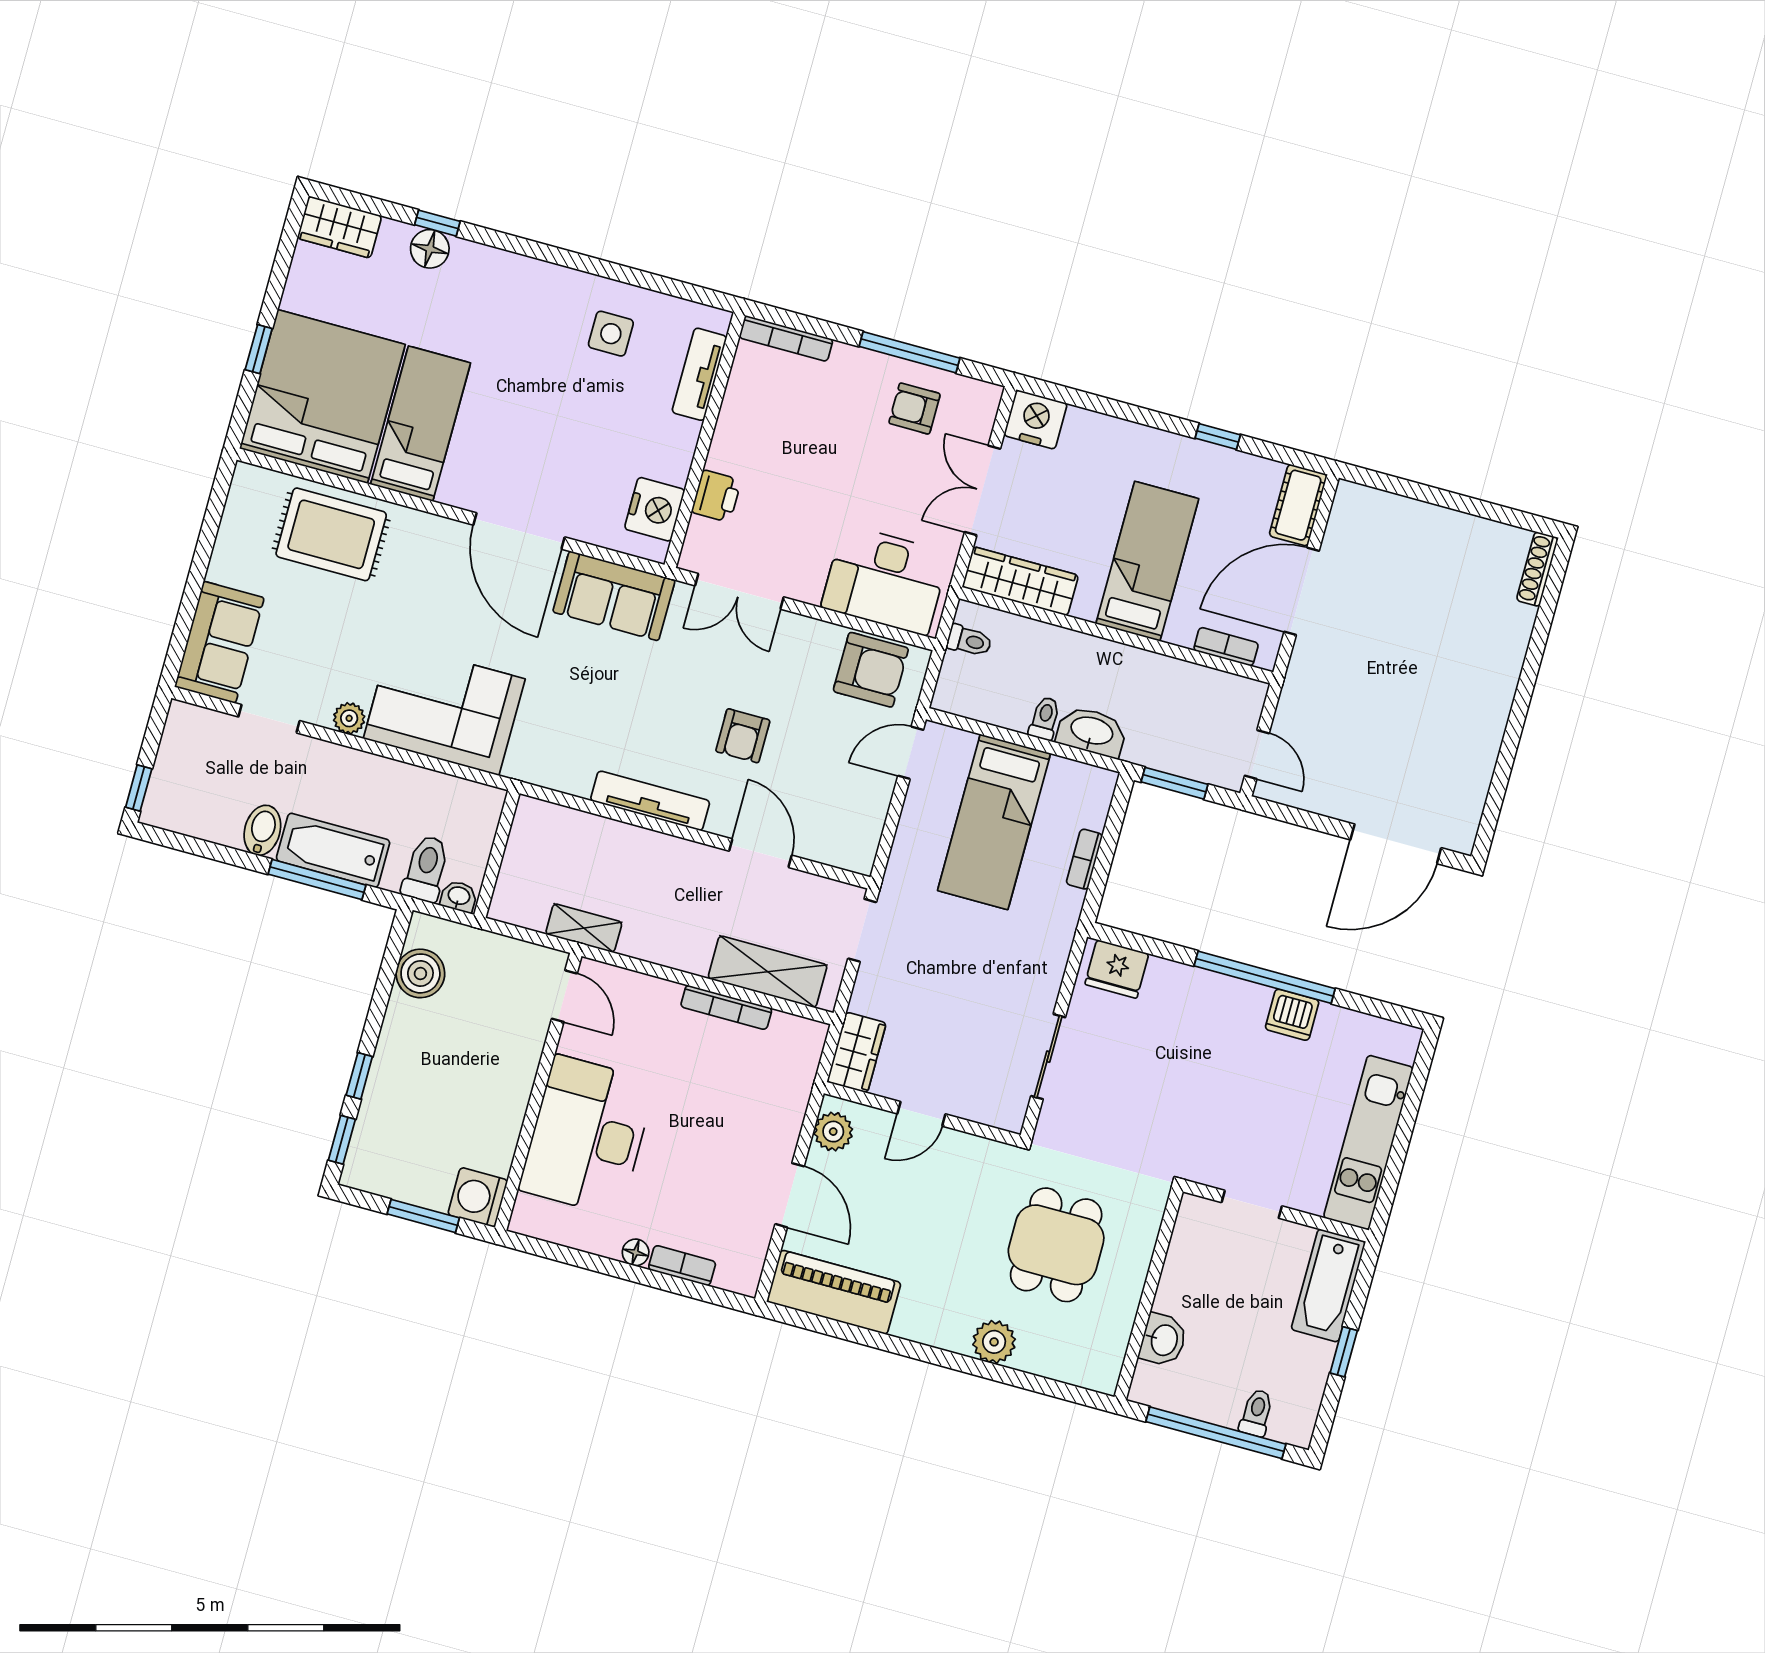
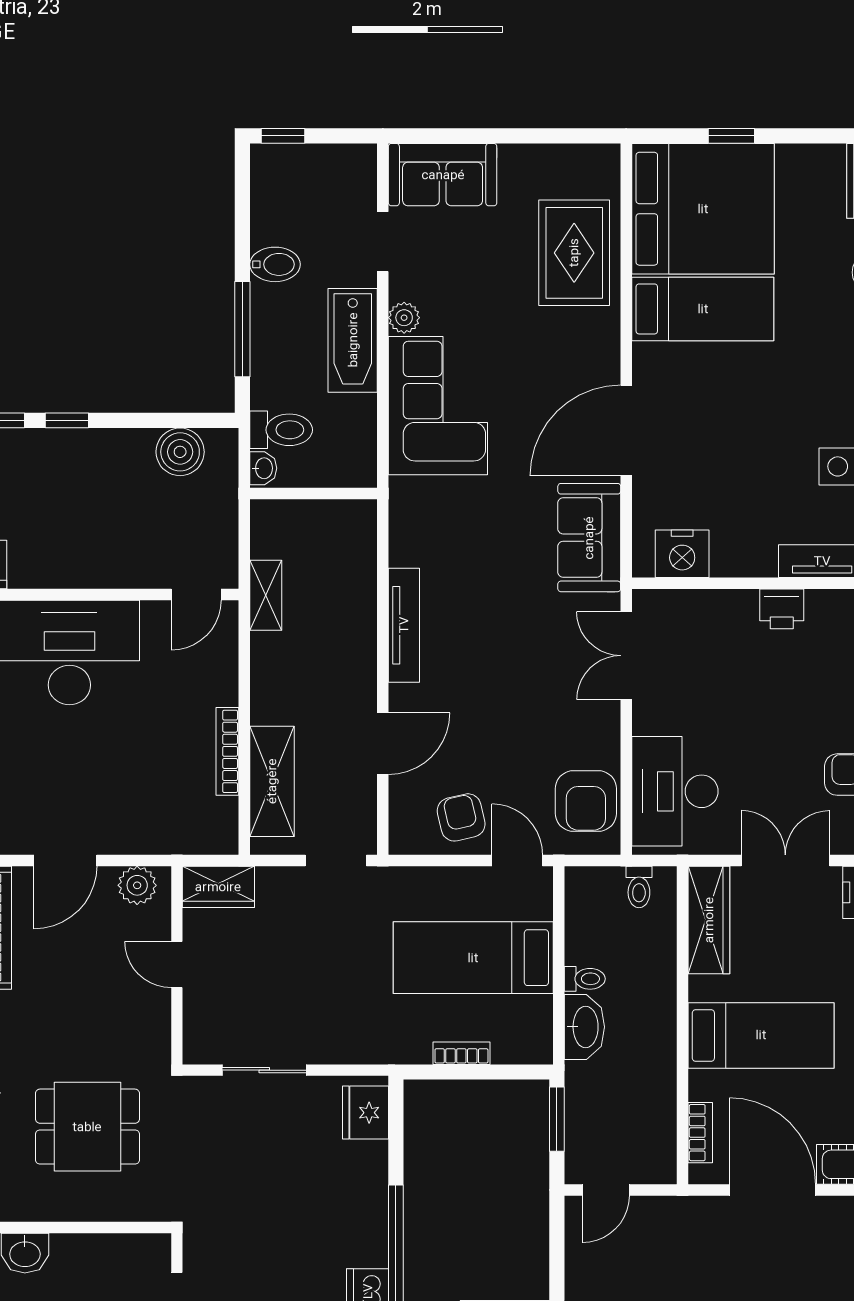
printer: (716, 496) -> (782, 609), moved
armchair: (743, 736) -> (461, 817), moved, turned 77
bathtub: (333, 850) -> (353, 340), moved, turned 180

